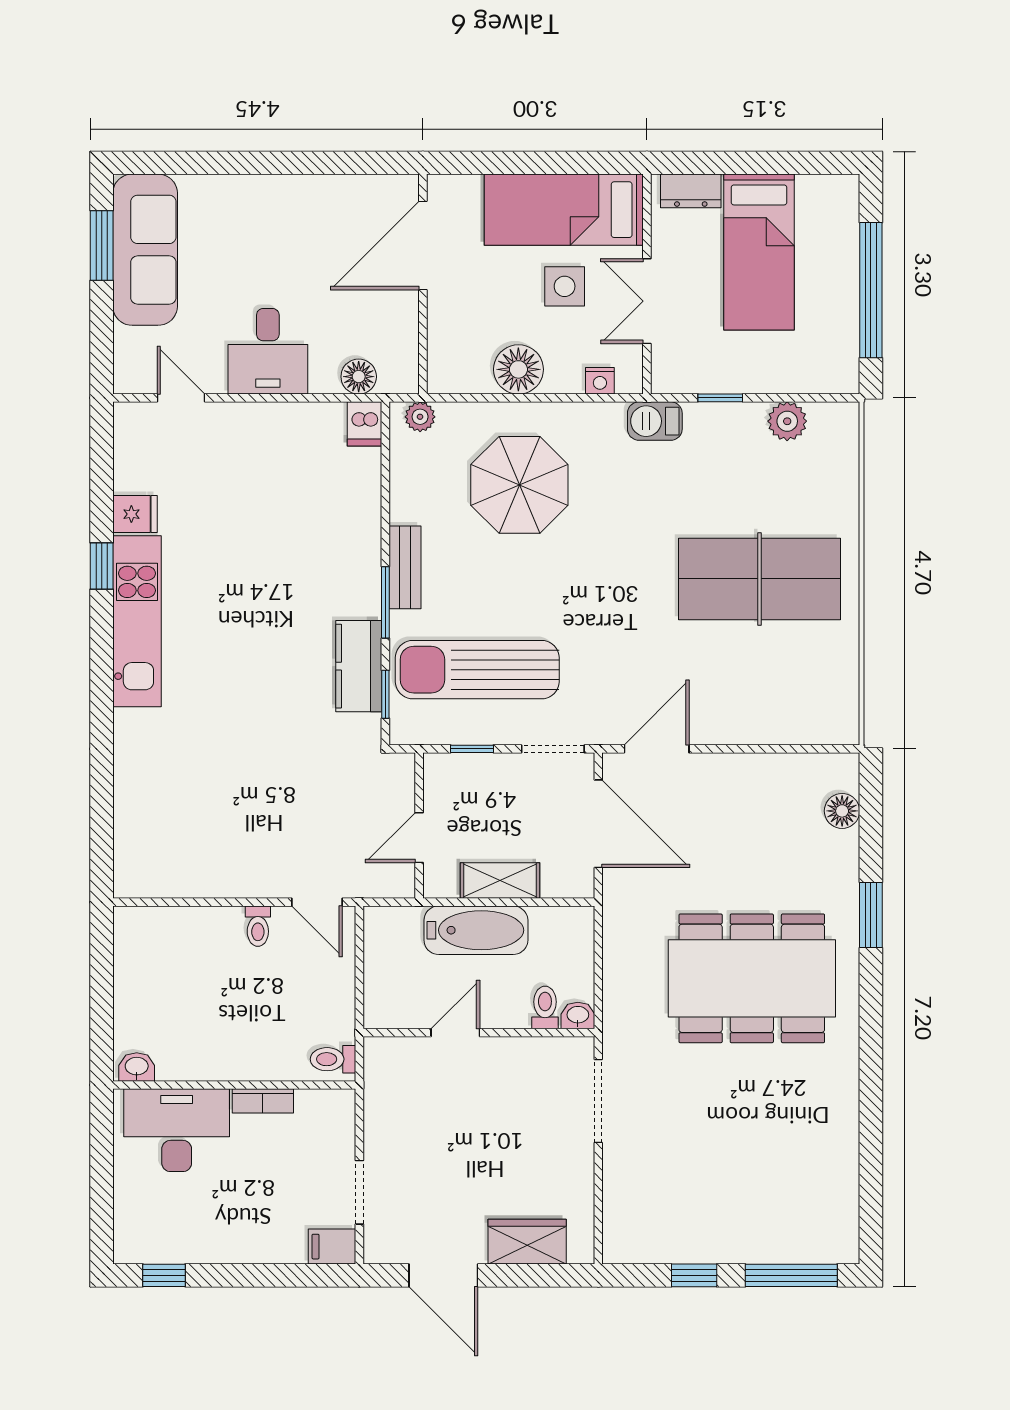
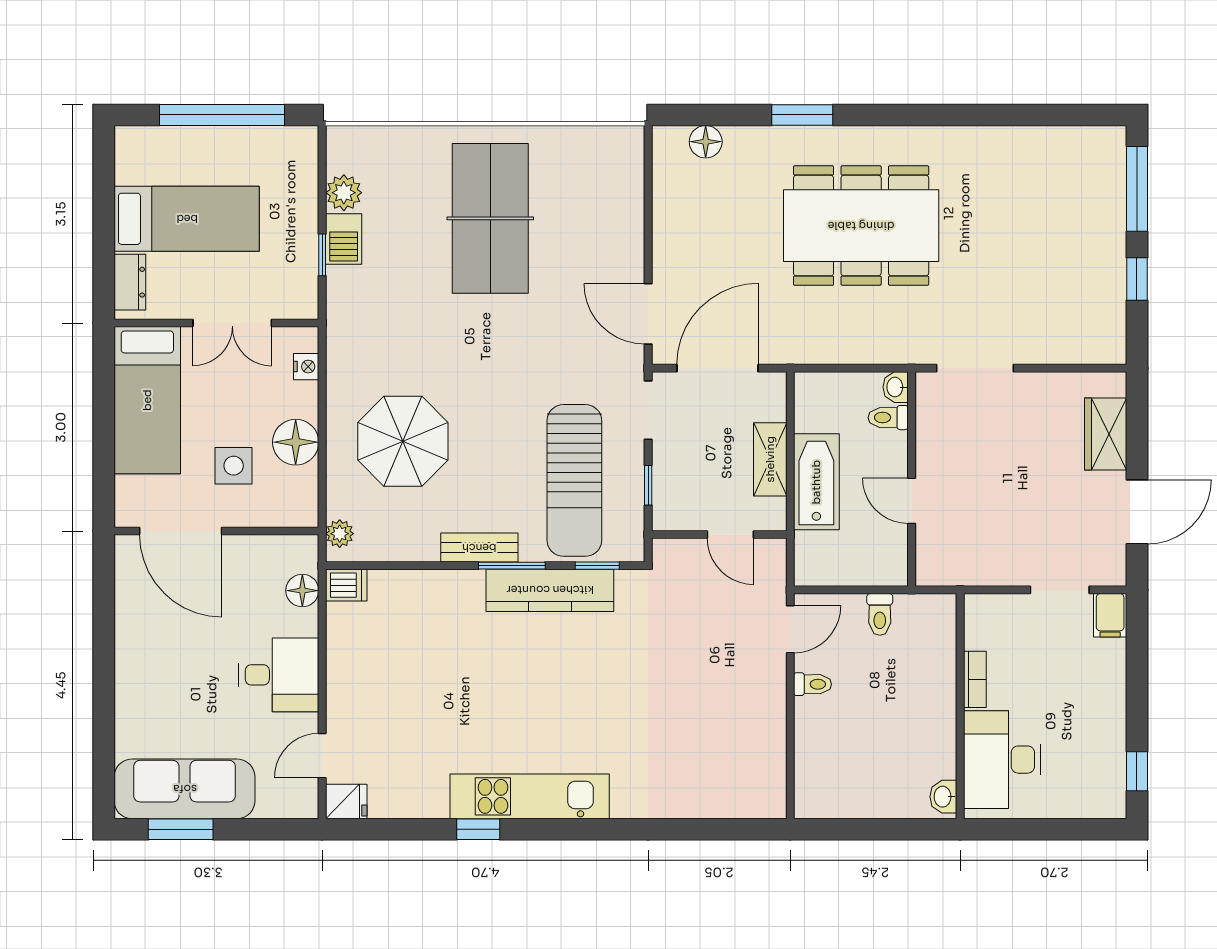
side table: (565, 286) -> (234, 466), moved
barbecue: (655, 421) -> (344, 239), moved
fridge: (135, 514) -> (346, 802), moved, turned 90
kitchen counter: (359, 666) -> (550, 590), width x1.50
dining table: (752, 978) -> (861, 226), turned 90
toilet: (333, 1059) -> (880, 614), moved

